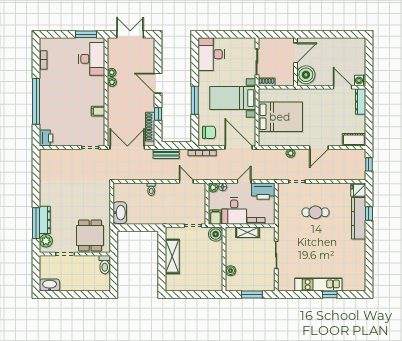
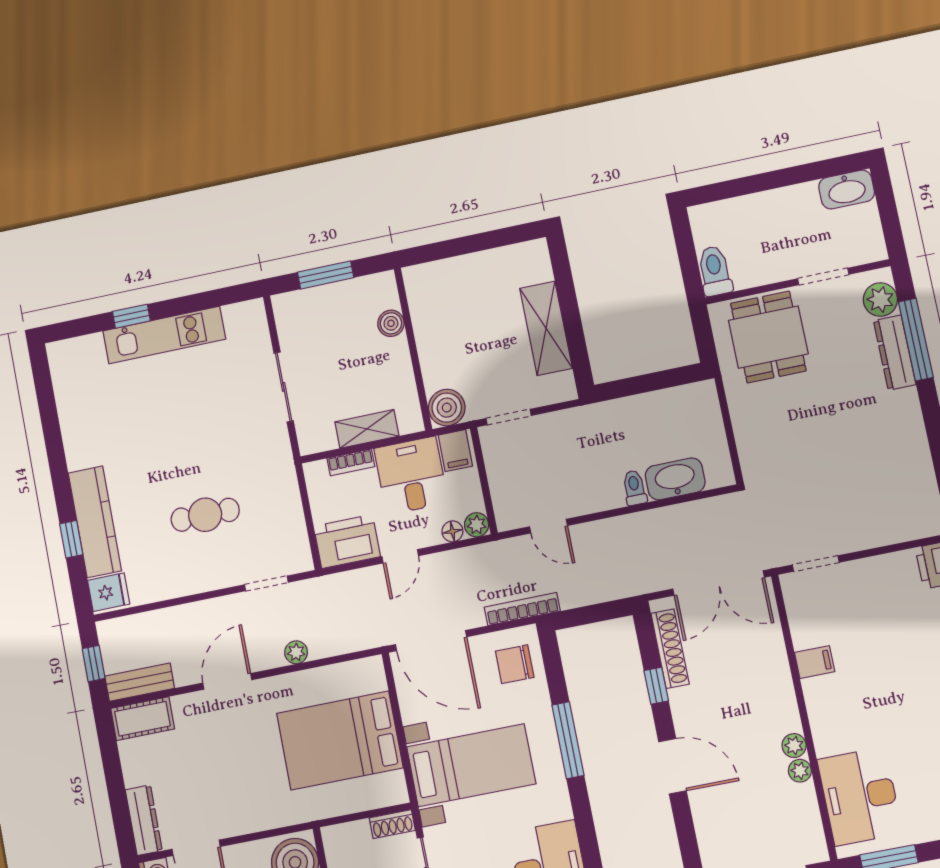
bench: (166, 154) -> (140, 682), moved
washbasin: (120, 213) -> (675, 479), moved, turned 90

